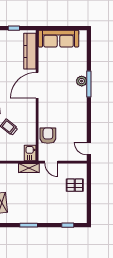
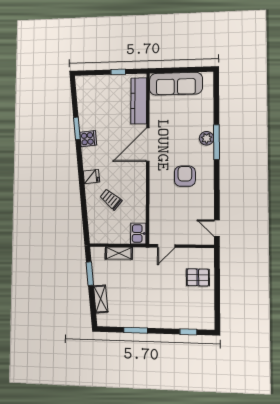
armchair: (48, 136) -> (185, 176), moved
door: (51, 162) -> (166, 246), hinge flipped
shelving: (29, 168) -> (119, 253), moved

